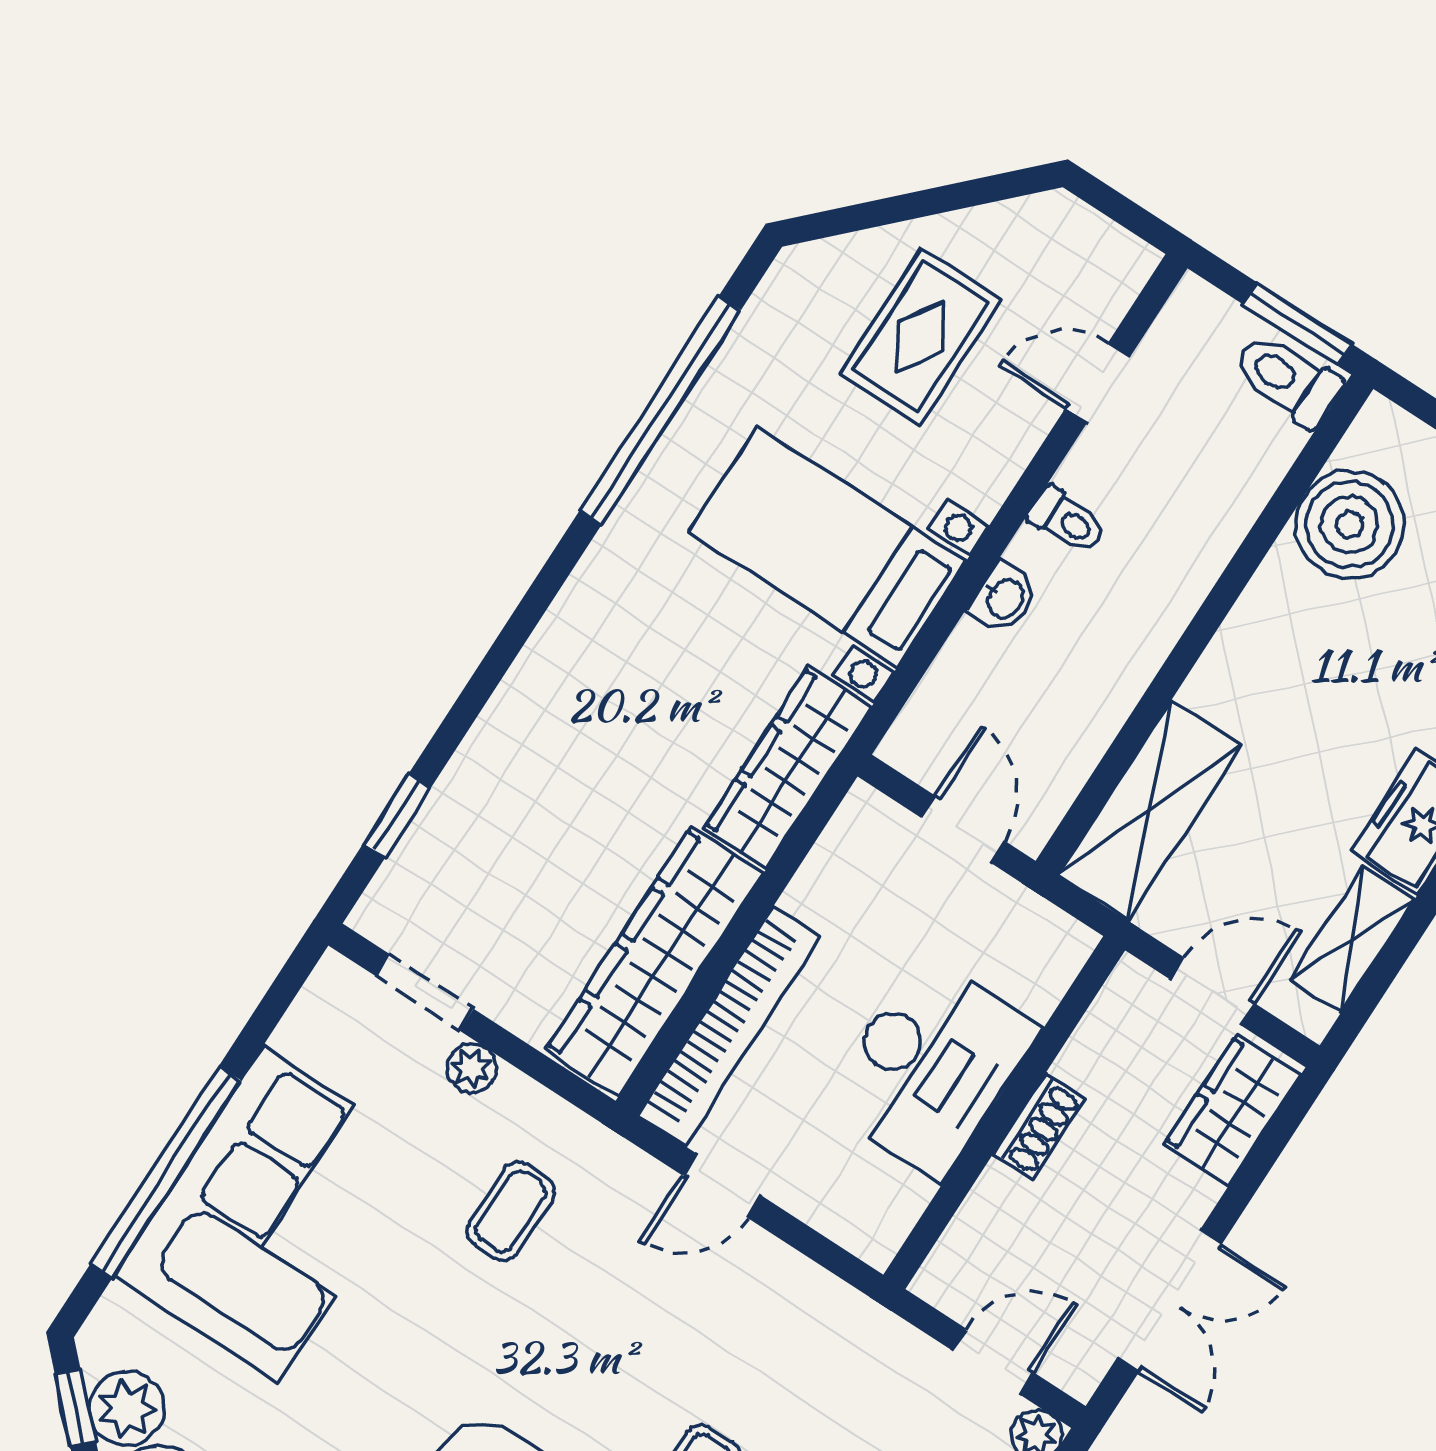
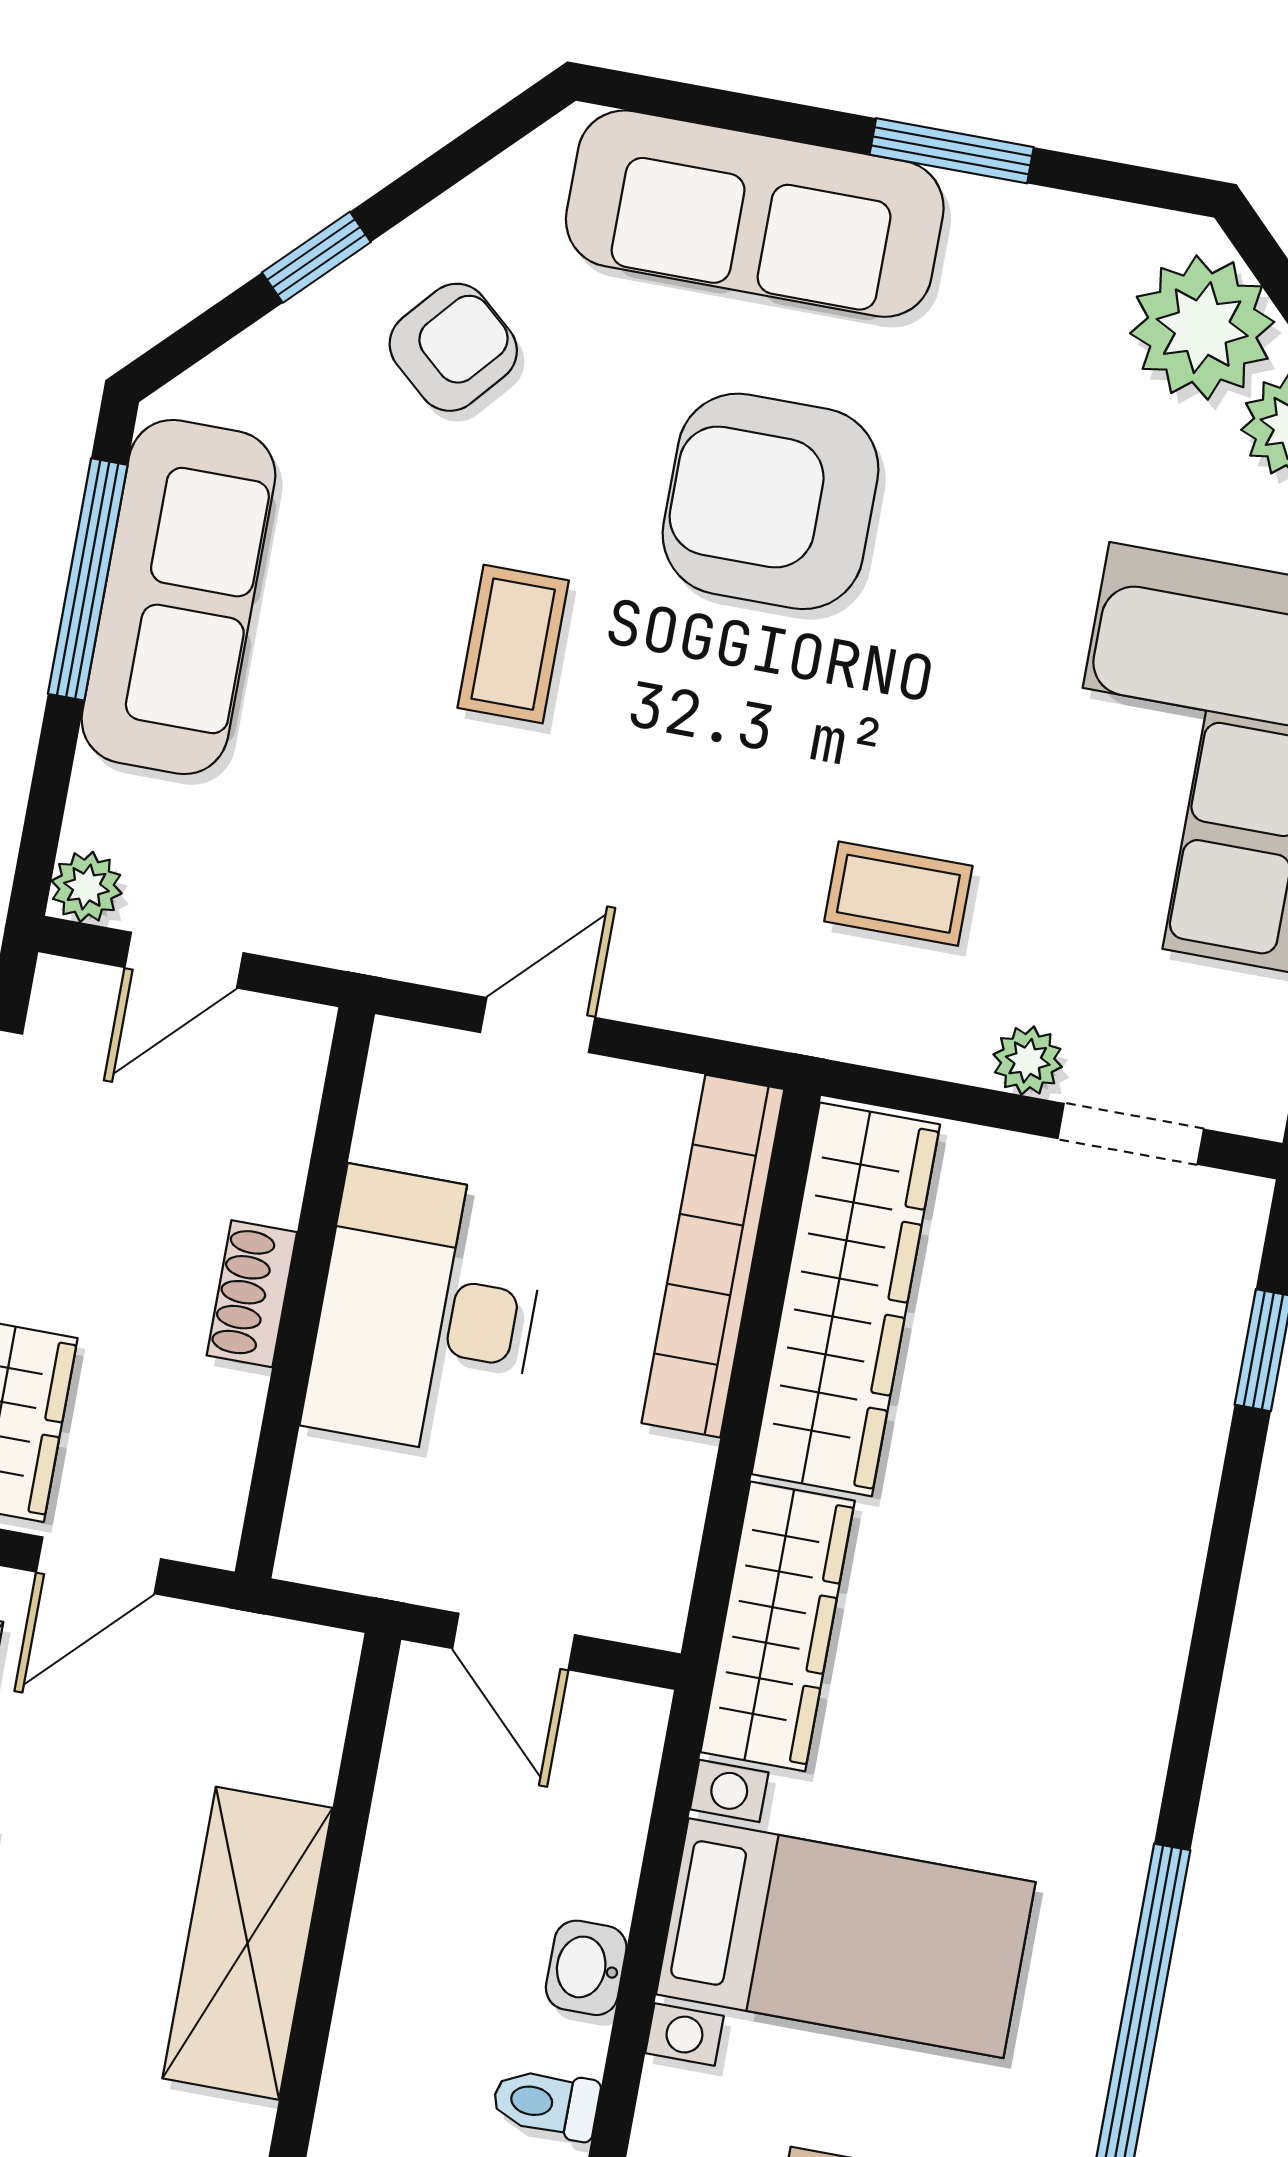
shelving: (1149, 810) -> (247, 1943), moved
door: (722, 1186) -> (538, 1025), moved
coffee table: (511, 1211) -> (898, 894), turned 90

